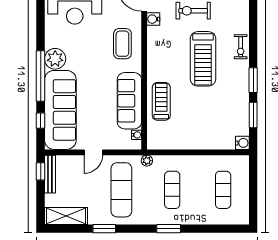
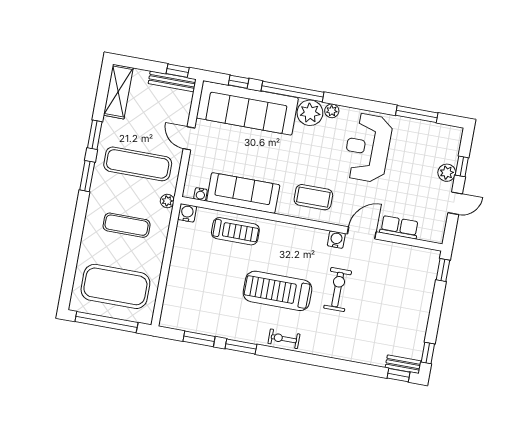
plant: (50, 42) -> (332, 111), added
water cooler: (242, 143) -> (187, 213), moved, turned 180
exercise mat: (223, 190) -> (115, 286), width x2.00, depth x1.45
window: (253, 192) -> (106, 322), added
window: (169, 229) -> (87, 176), moved

